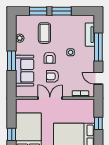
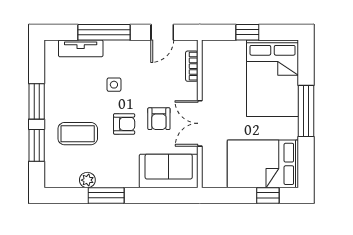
window: (12, 61) -> (106, 195), moved
sofa: (25, 71) -> (169, 171), moved

